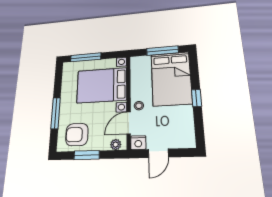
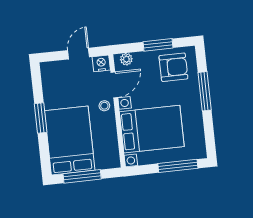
window: (196, 98) -> (41, 118), width x1.50

